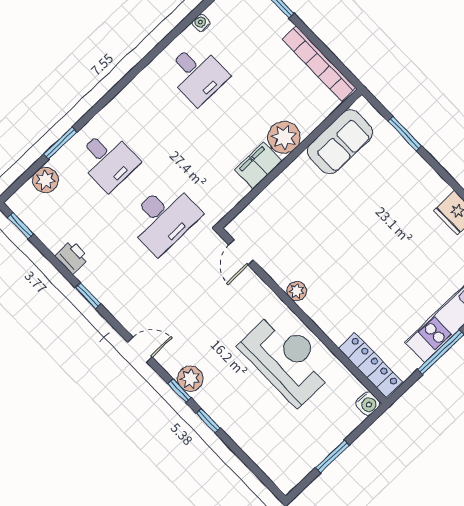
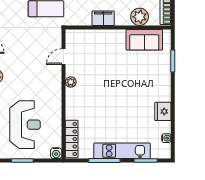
plant: (284, 137) -> (140, 17), moved
door: (241, 252) -> (64, 57), moved
reception desk: (287, 359) -> (25, 125), moved

